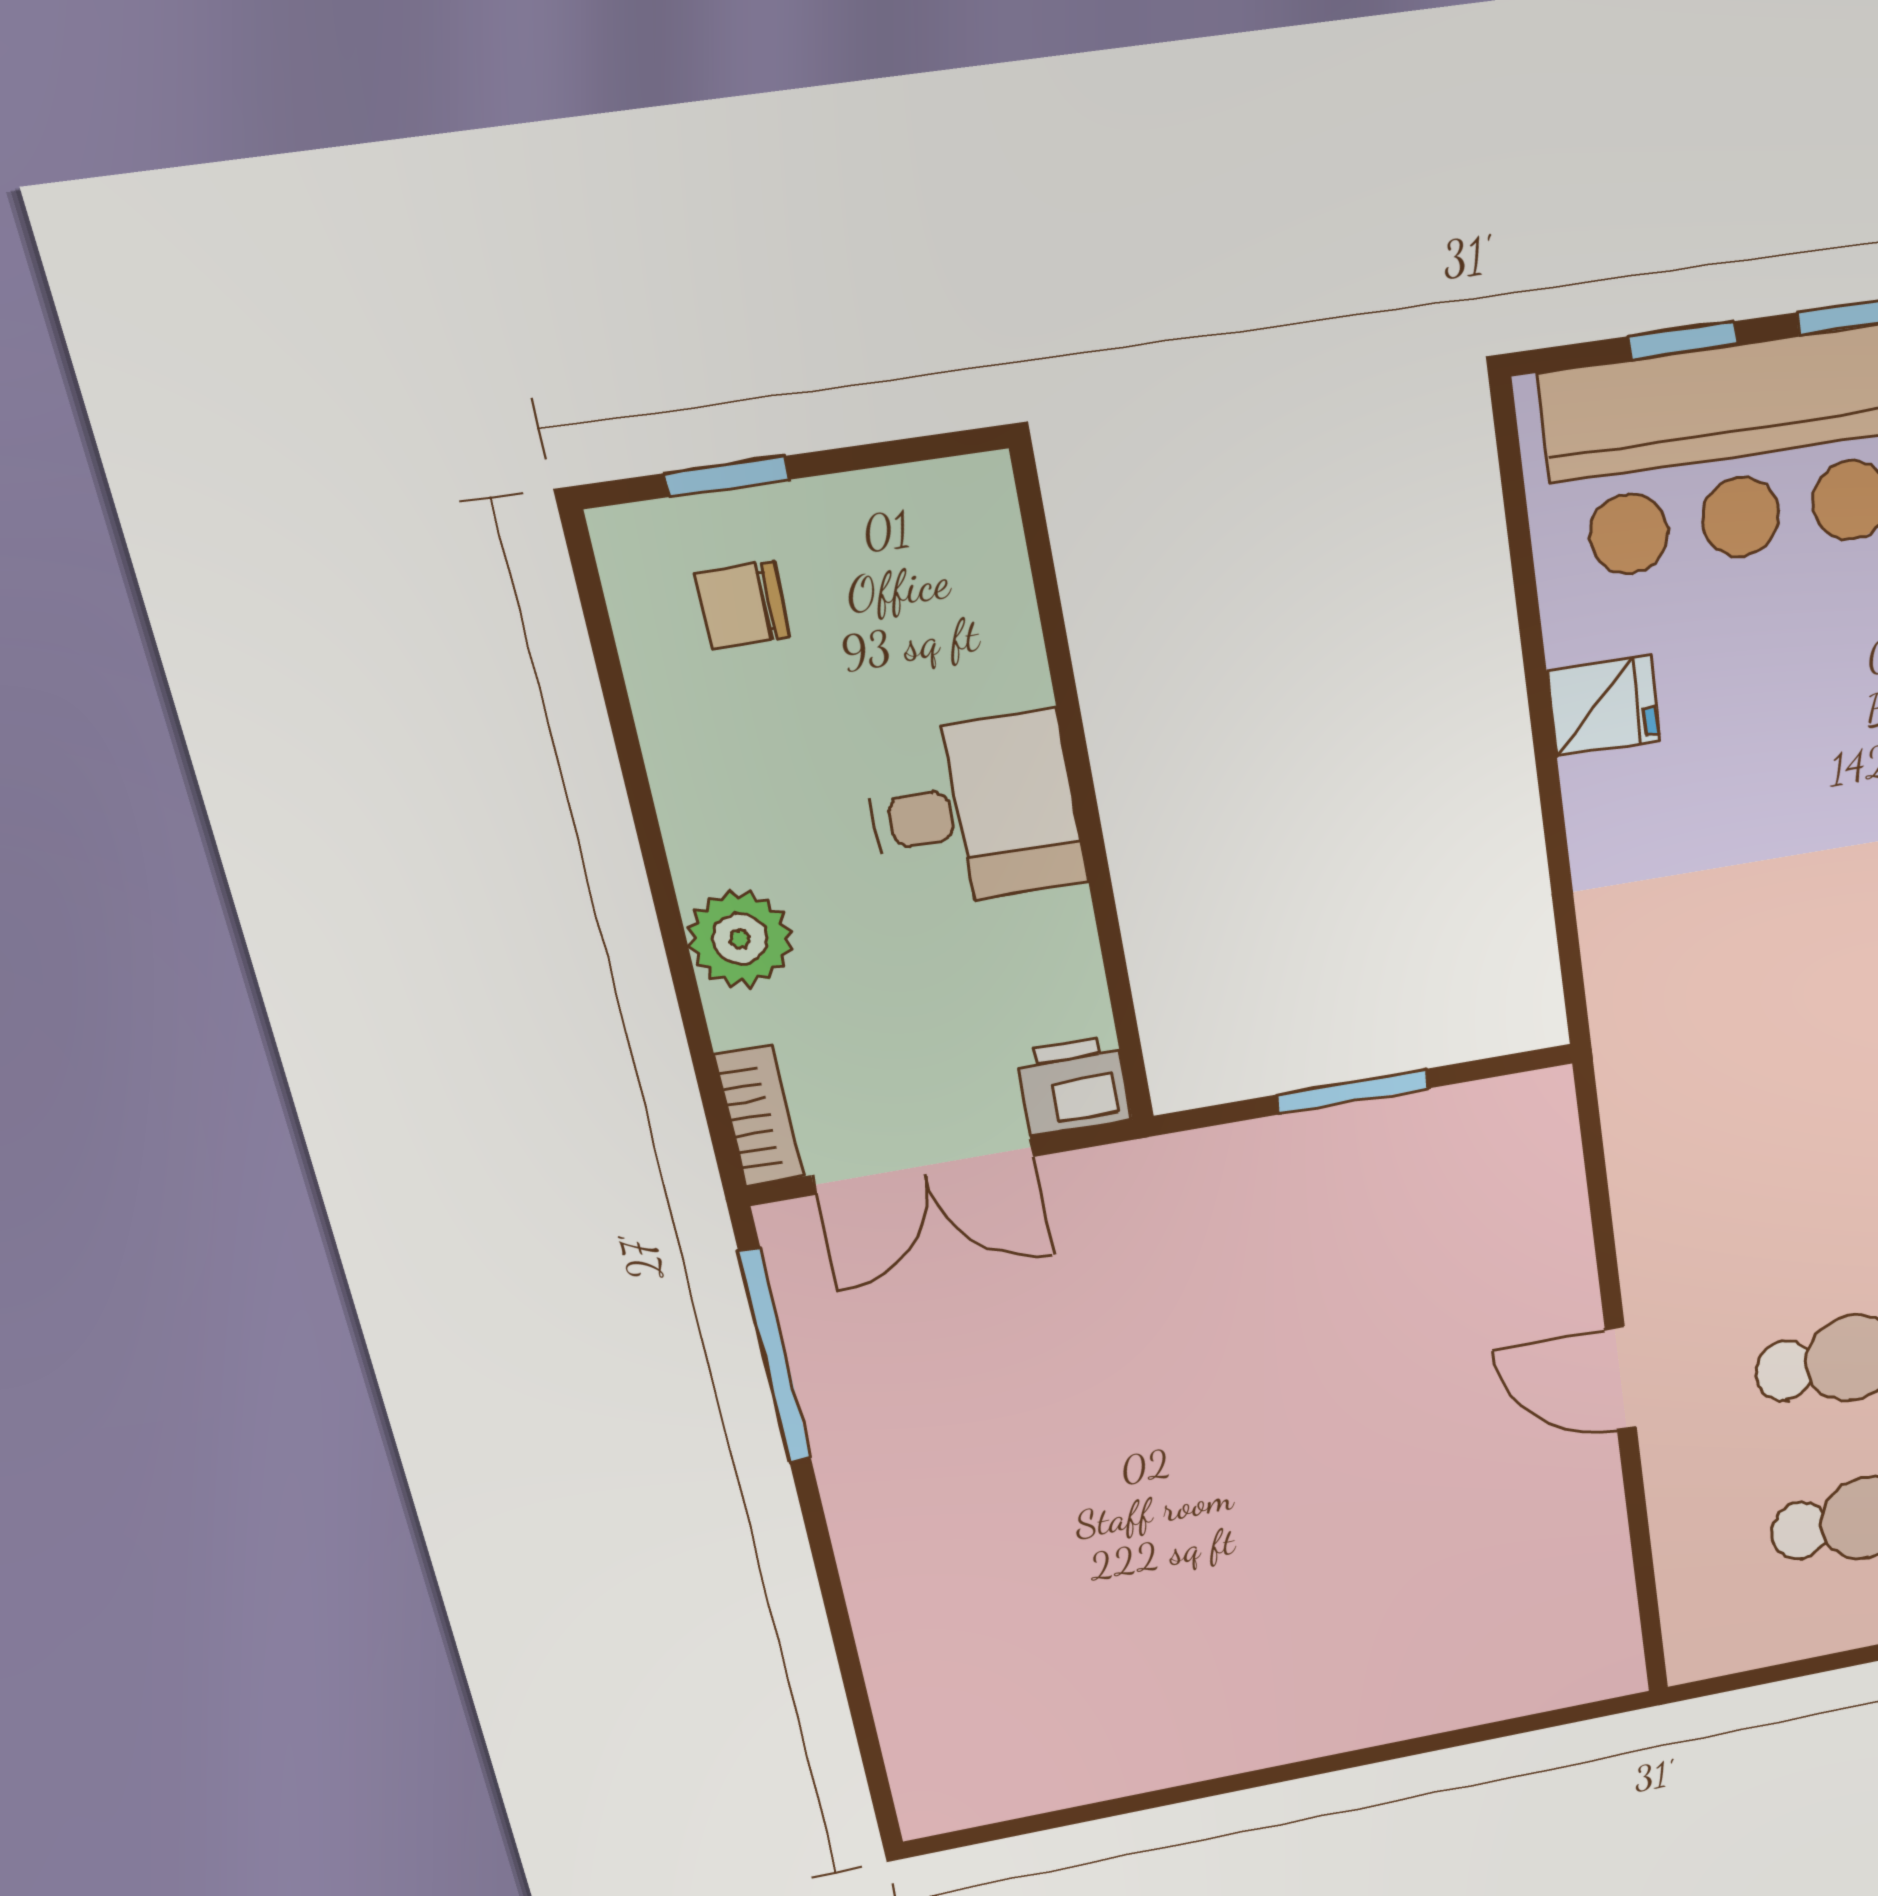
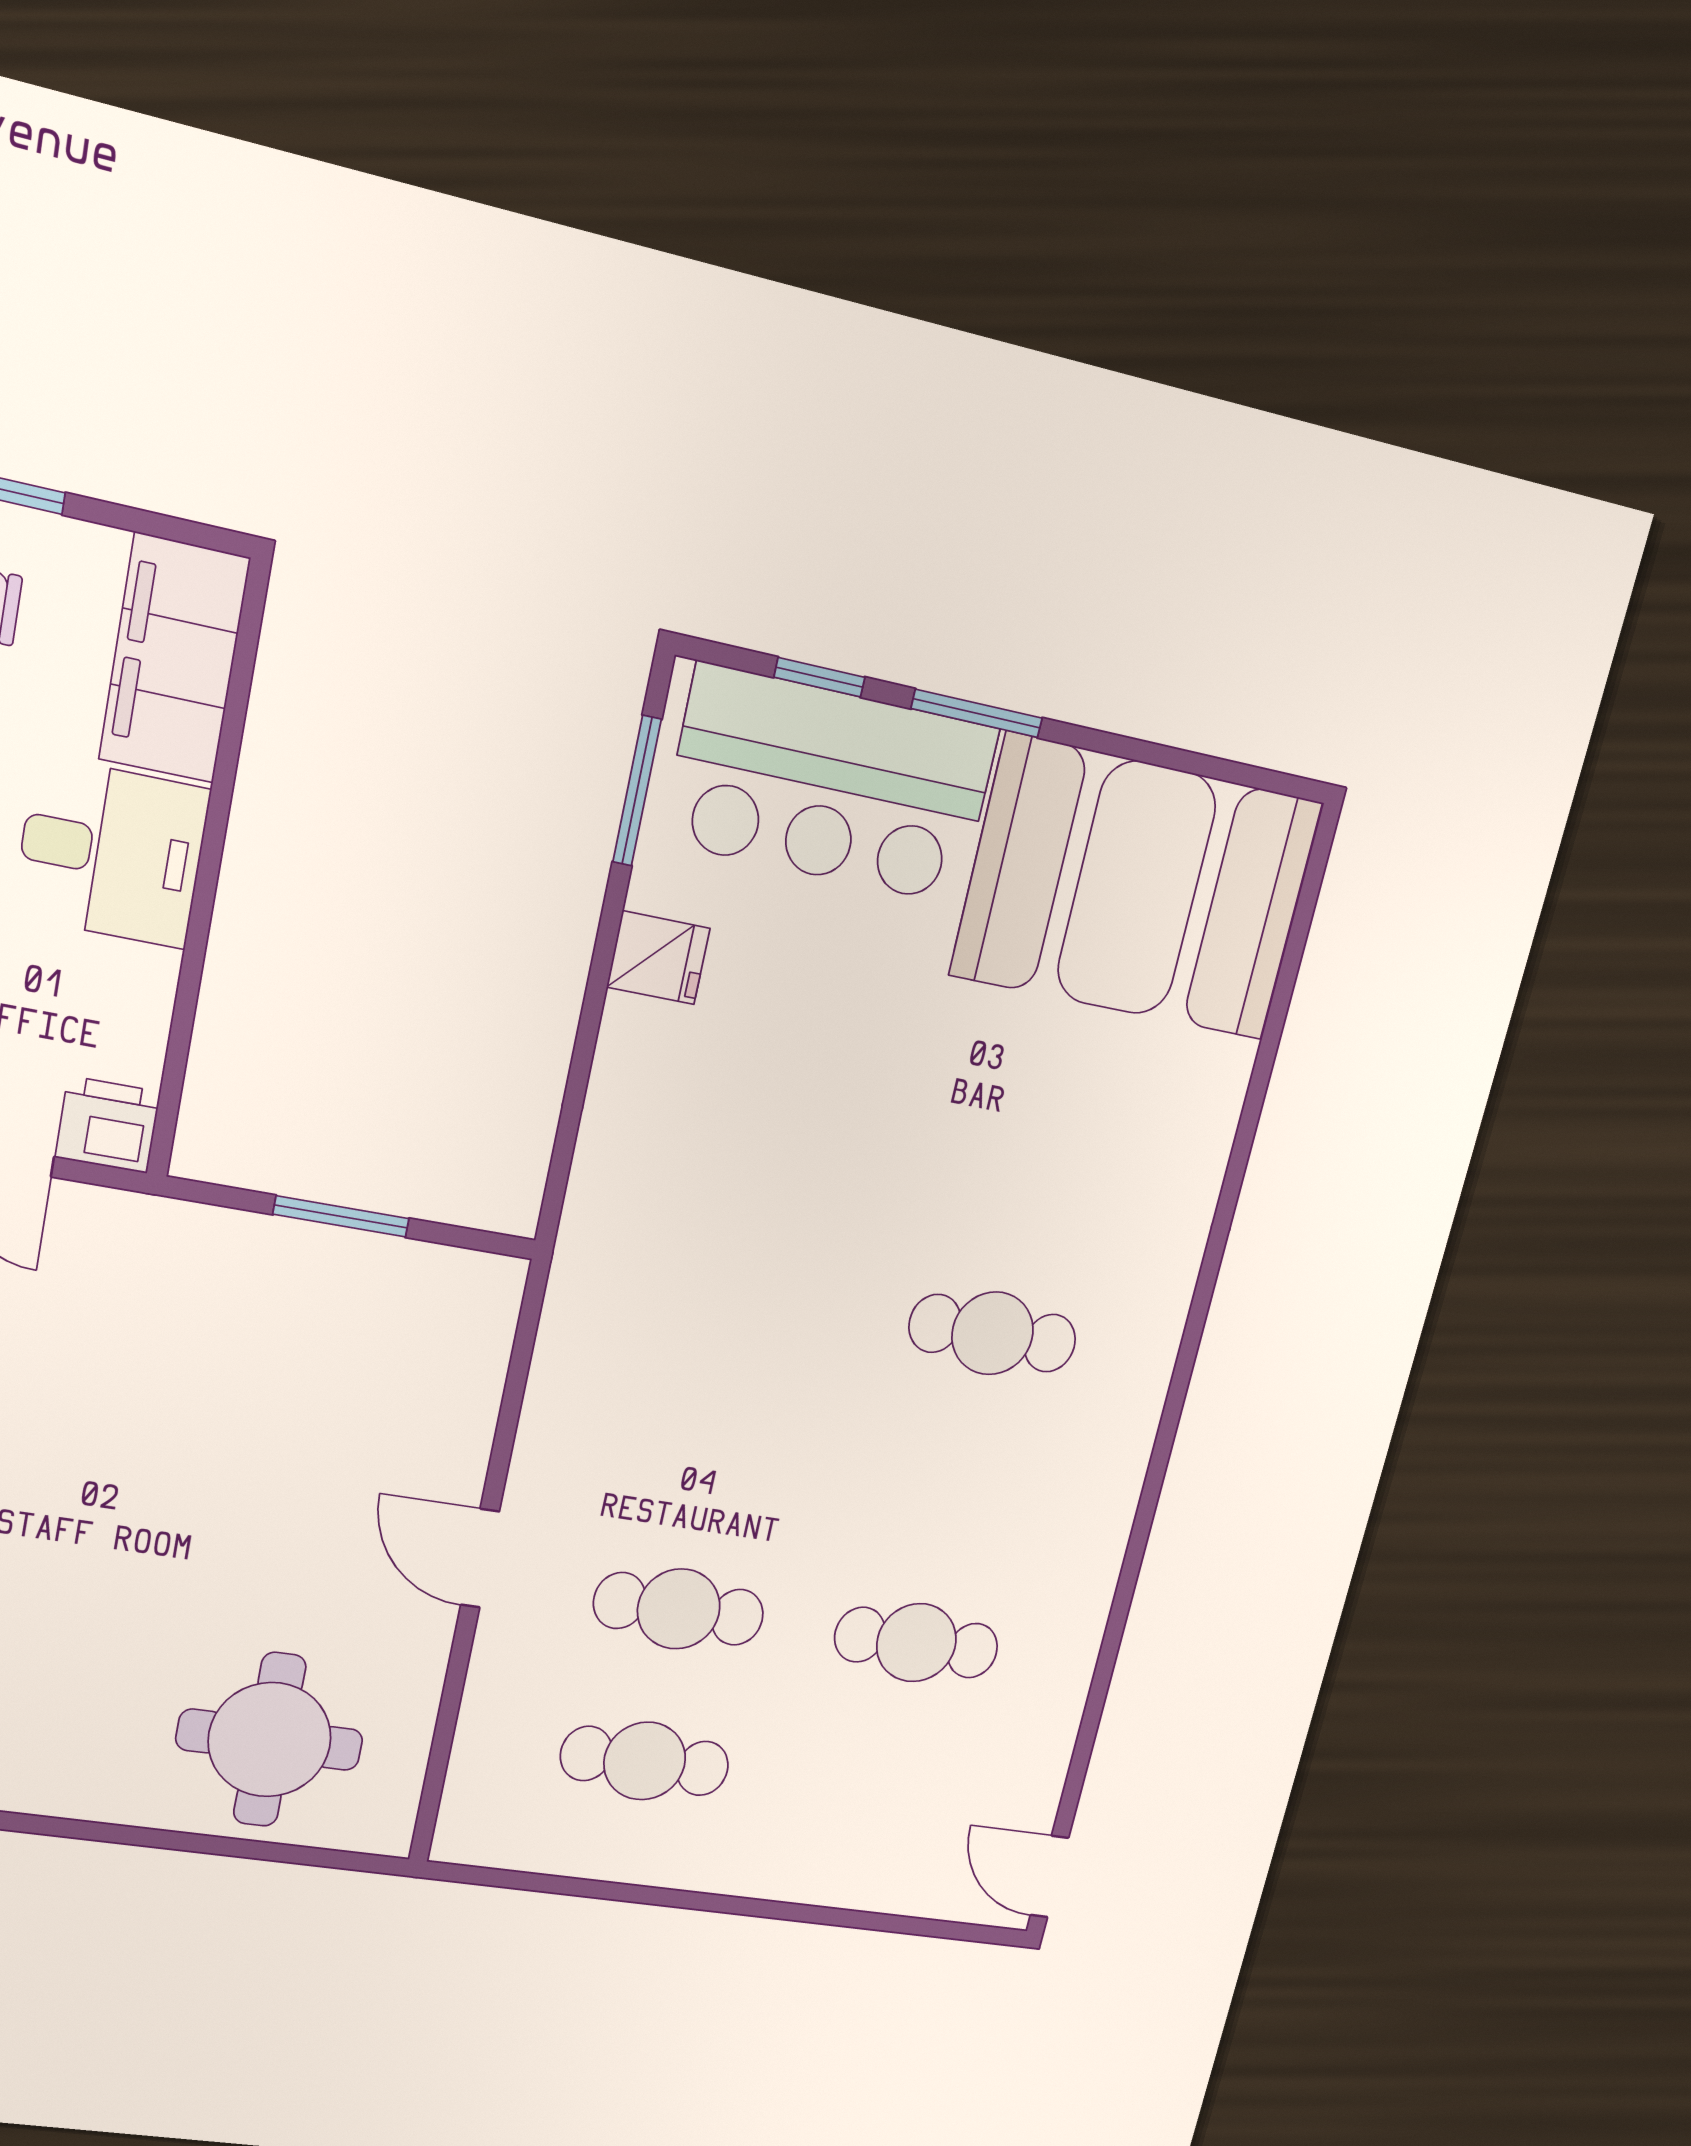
window: (1519, 538) -> (637, 791), added
filing cabinet: (966, 586) -> (174, 659), added
round table: (1462, 1624) -> (270, 1740), added

